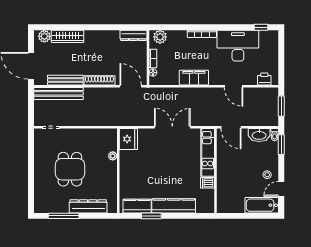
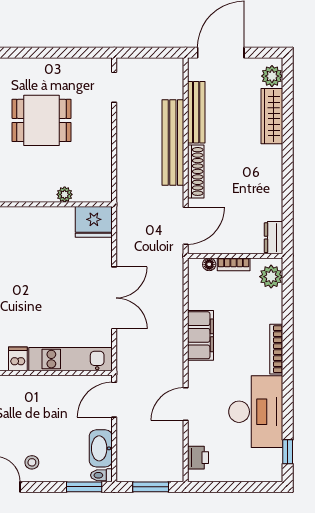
dresser: (133, 35) -> (274, 238), width x0.70
bench: (59, 93) -> (173, 142), moved

